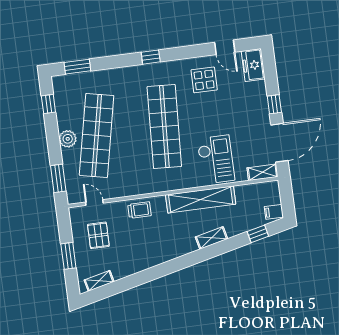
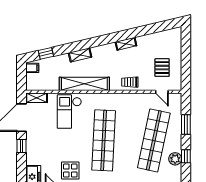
window: (48, 104) -> (186, 156), moved
plant: (68, 139) -> (175, 159), moved
window: (58, 178) -> (186, 125), moved
window: (68, 256) -> (186, 56), removed
shelving: (99, 281) -> (126, 44), moved

